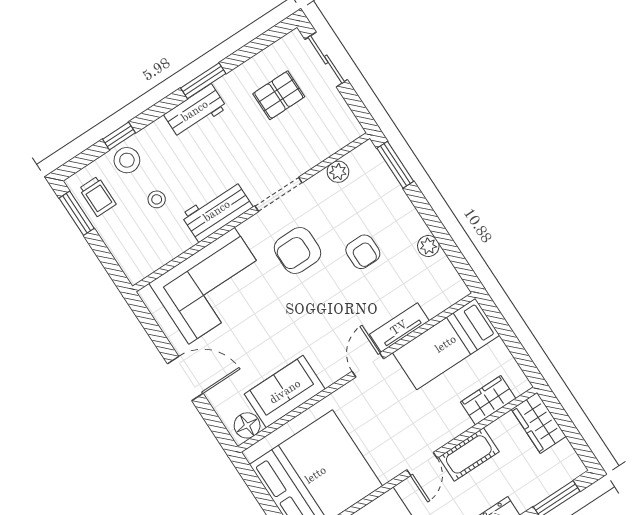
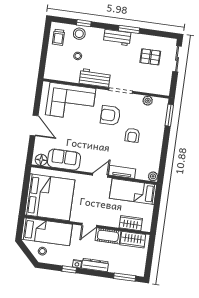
window: (77, 213) -> (46, 37), removed
plant: (428, 246) -> (153, 176), moved
wardrobe: (539, 423) -> (133, 240), moved, turned -90

